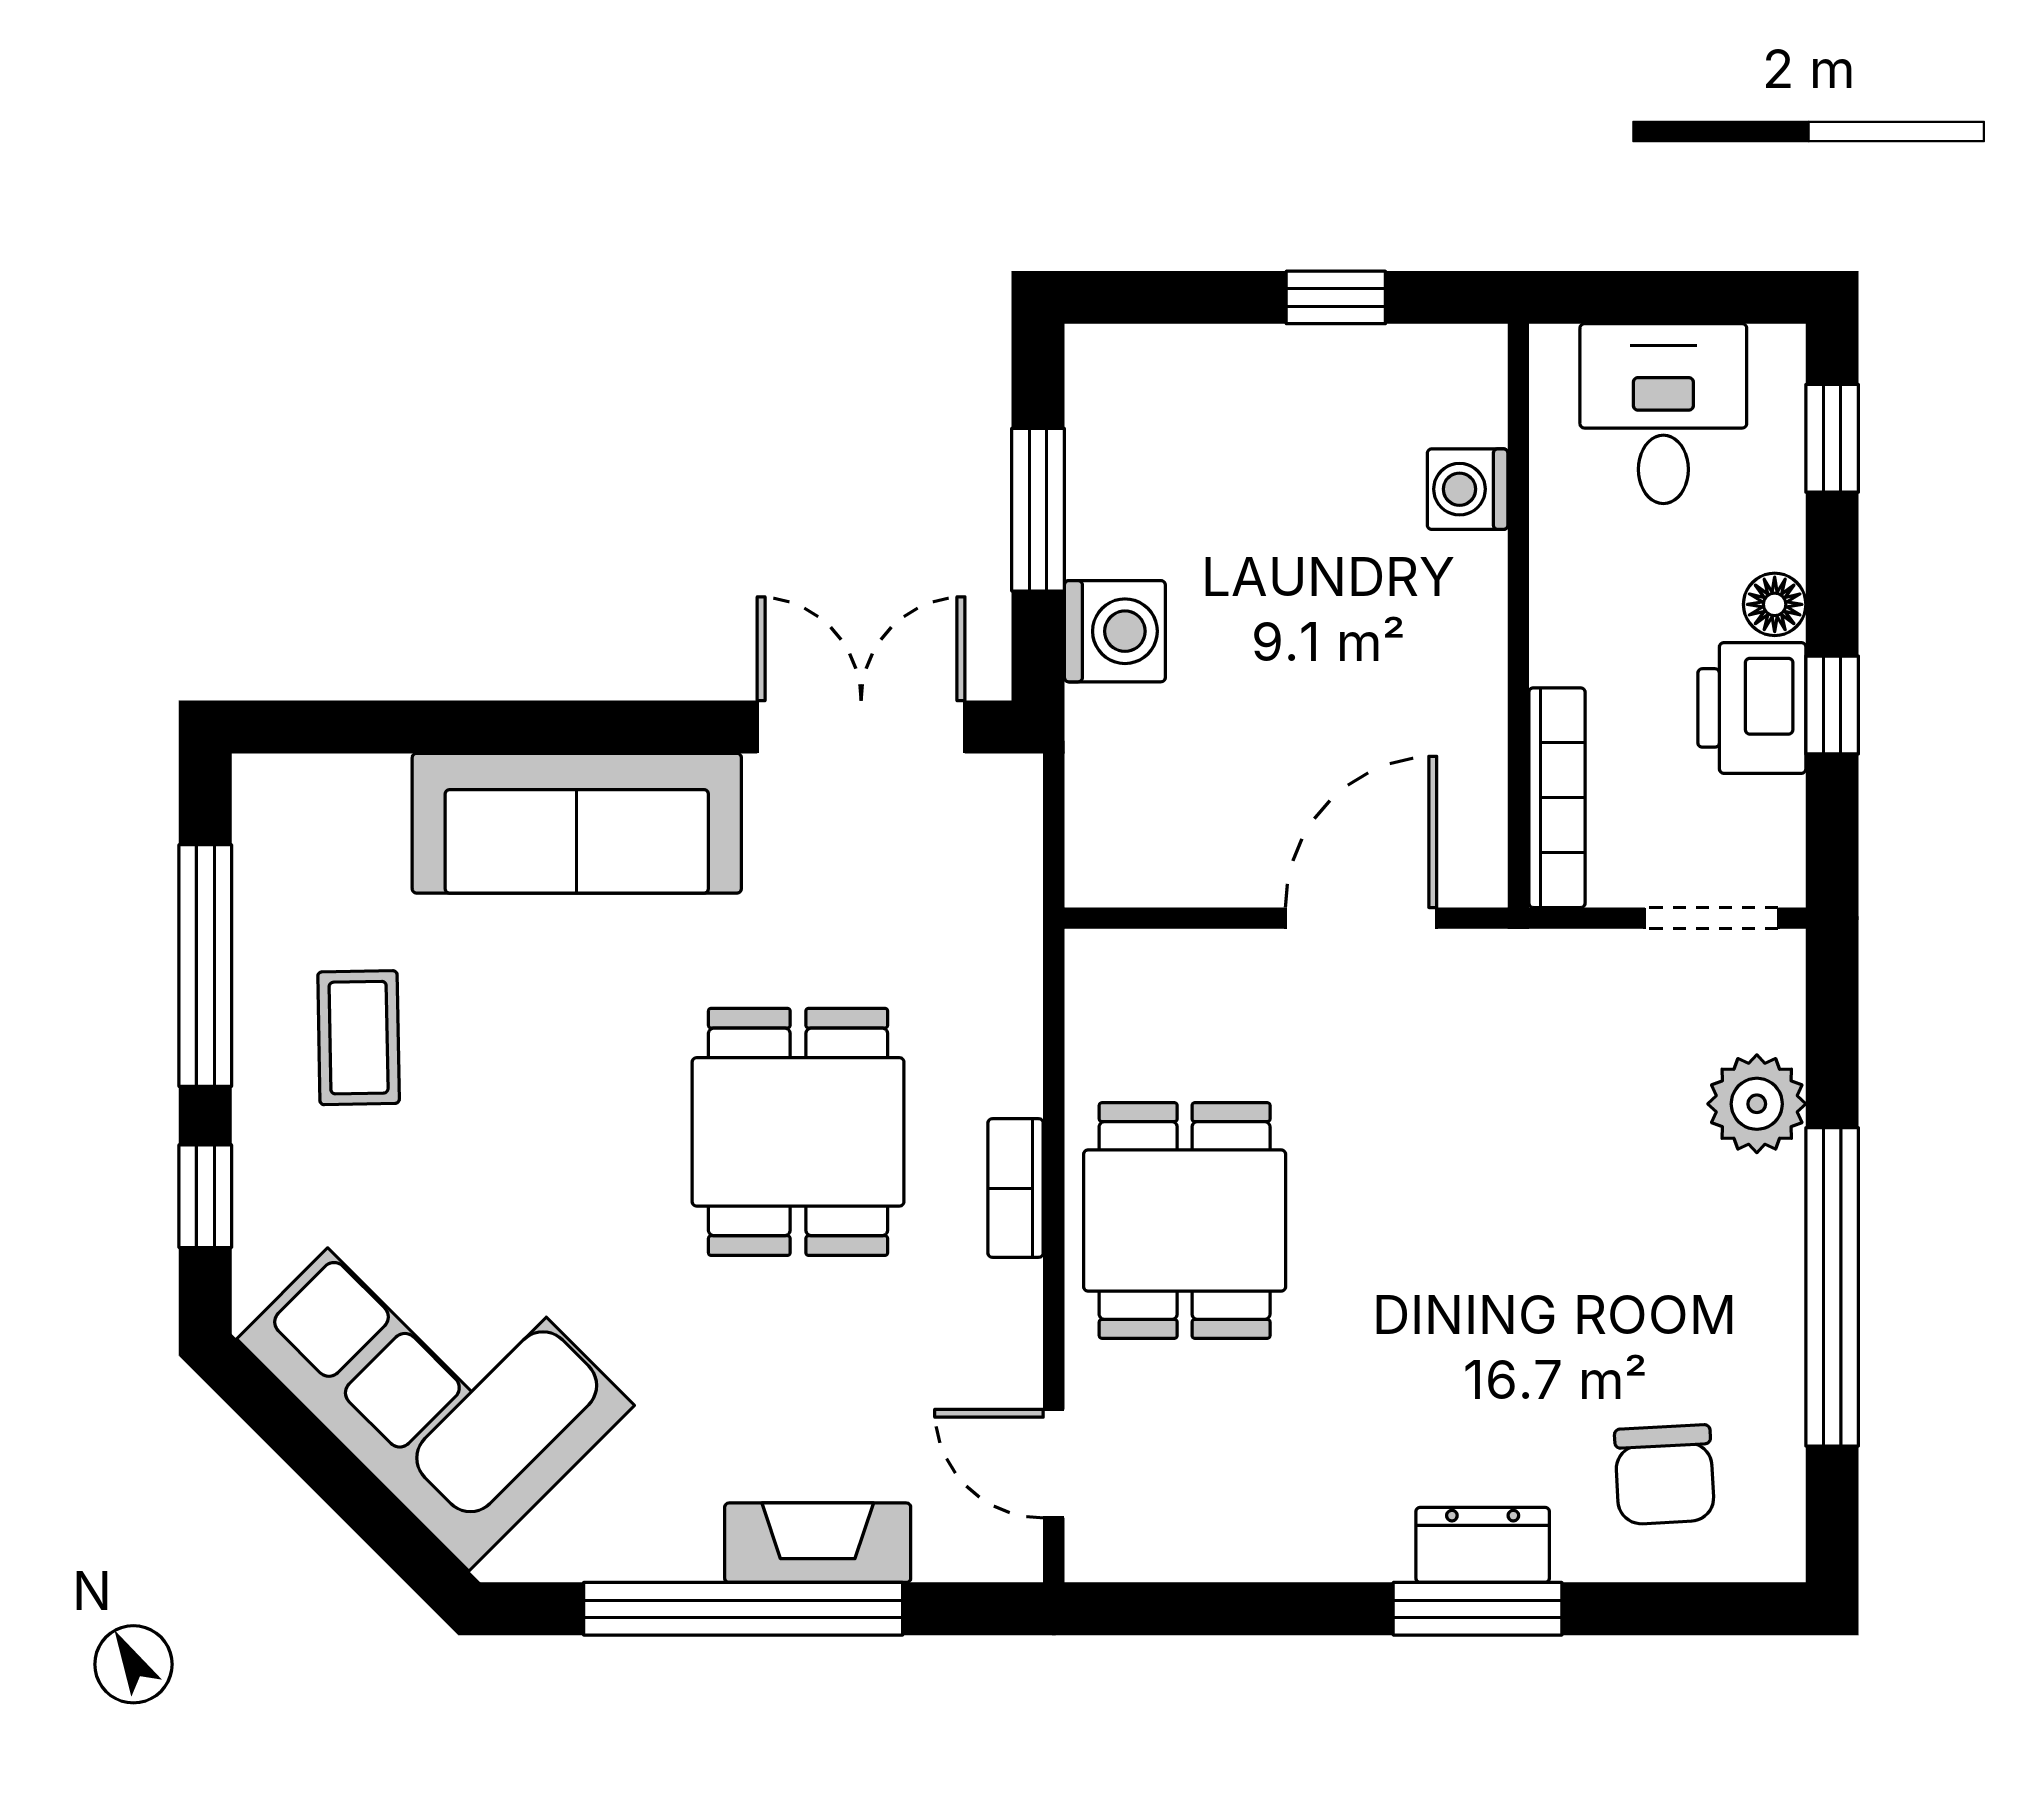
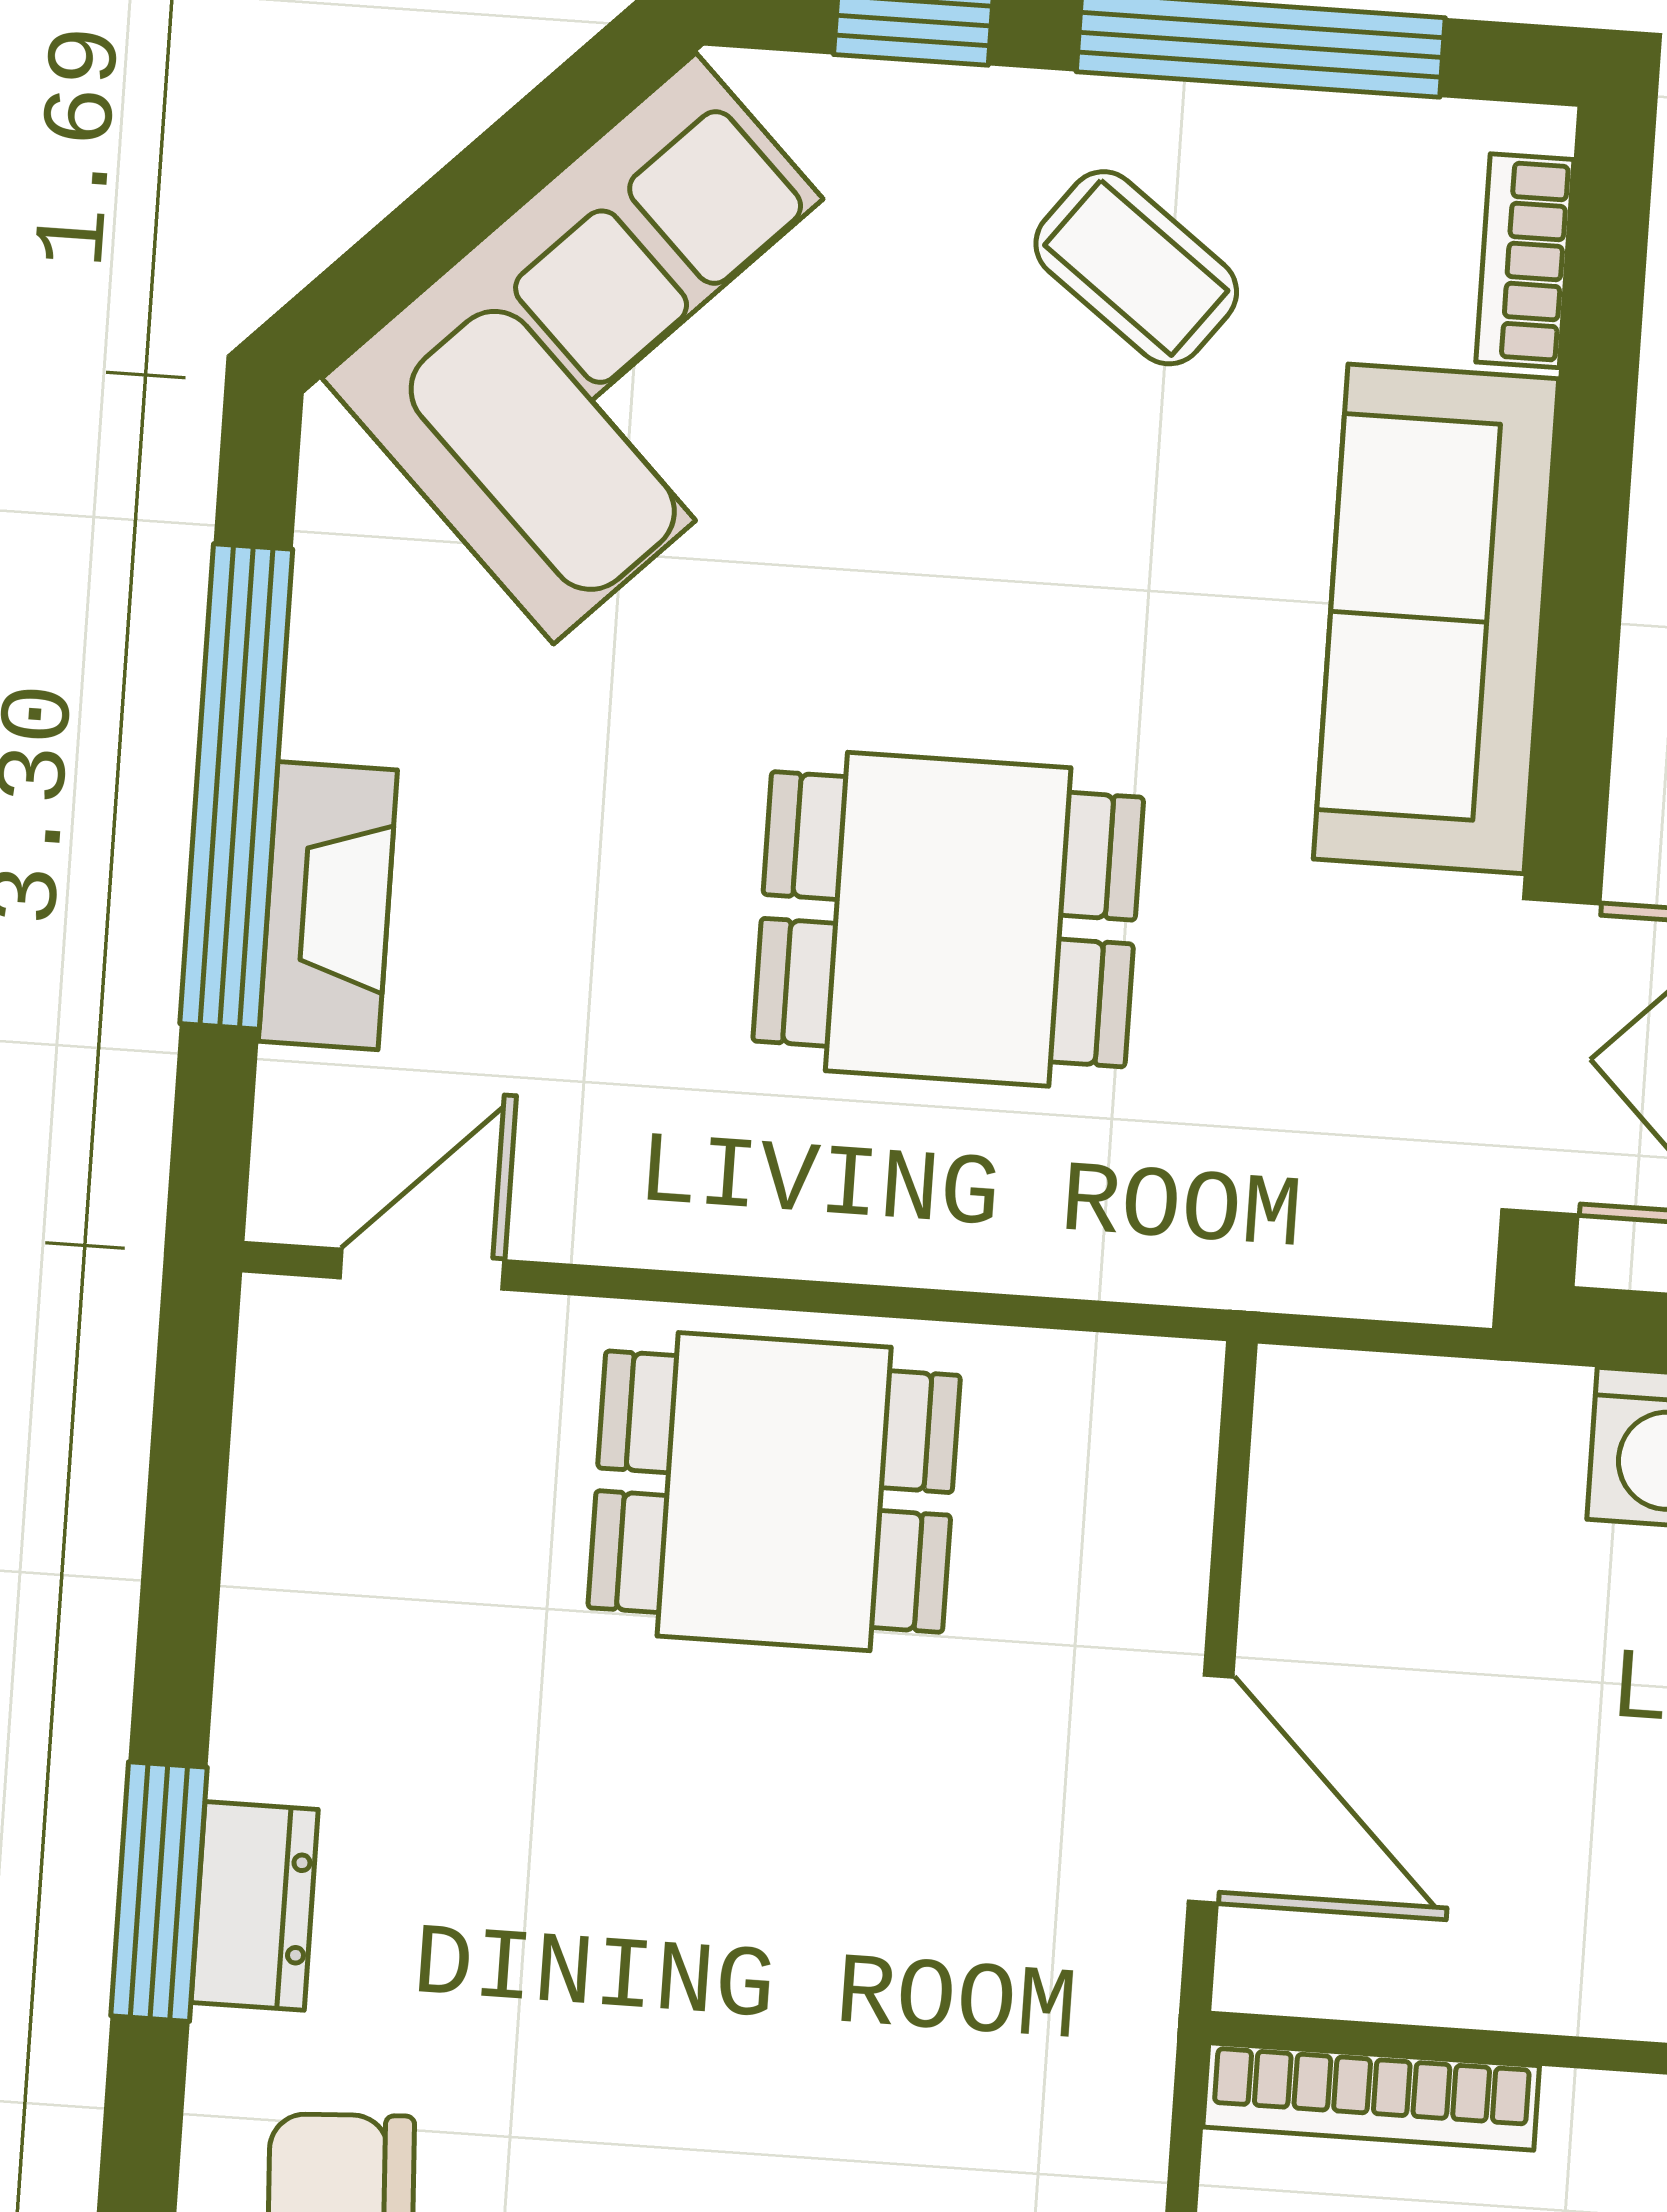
coffee table: (359, 1038) -> (1136, 268), turned 38
bookcase: (1016, 1188) -> (1525, 261), moved, turned -90

